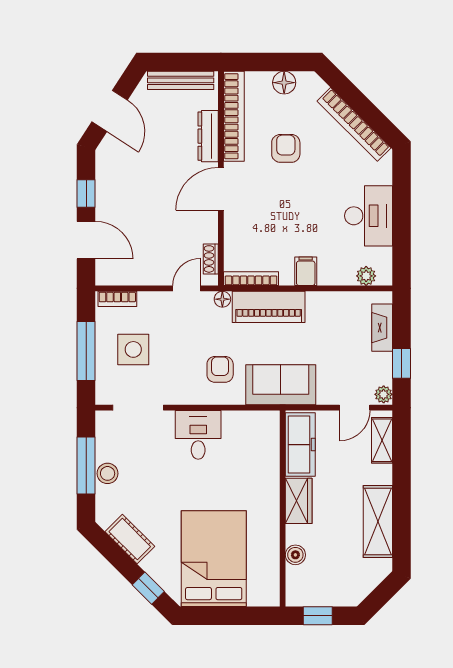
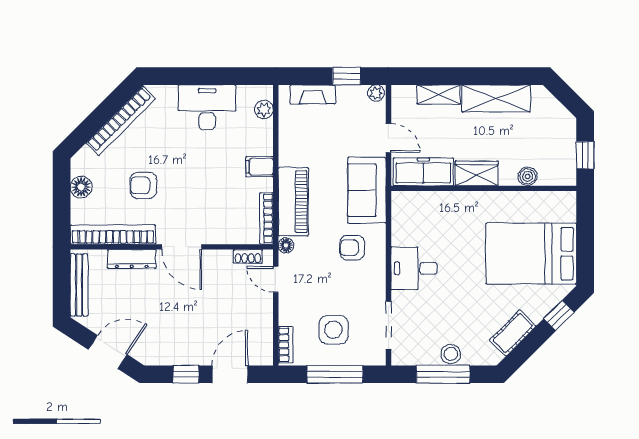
door: (355, 408) -> (388, 138), moved
shelving: (382, 440) -> (439, 95), moved

